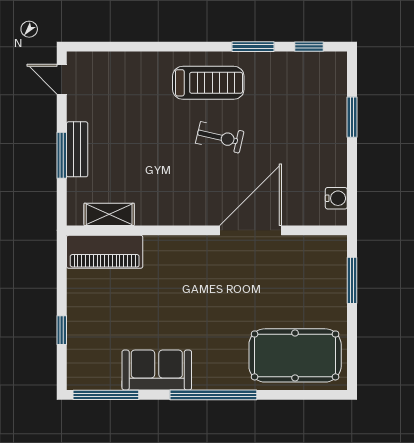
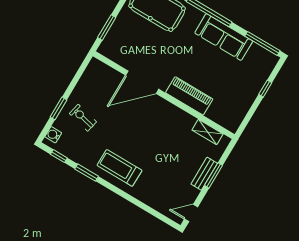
door: (62, 79) -> (191, 213), swing flipped
exercise bike: (220, 137) -> (83, 118), moved
water cooler: (336, 198) -> (53, 135), moved
piano: (105, 252) -> (189, 96), moved
sofa: (157, 370) -> (224, 37), width x1.36

